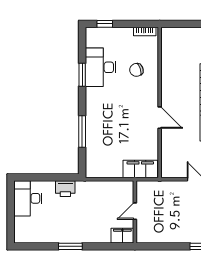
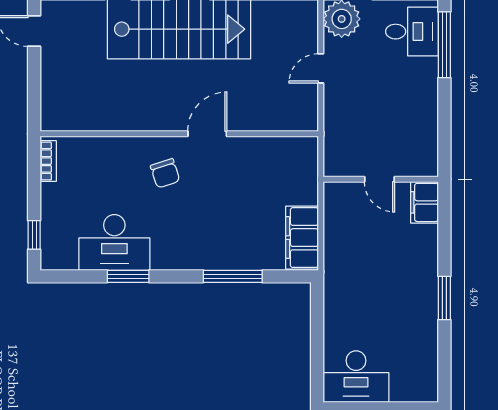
chair: (136, 70) -> (165, 173), moved
filing cabinet: (140, 169) -> (302, 238), moved
printer: (65, 189) -> (338, 308), removed

